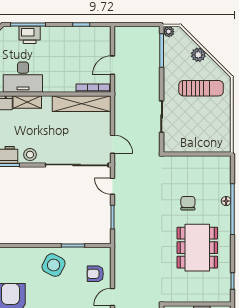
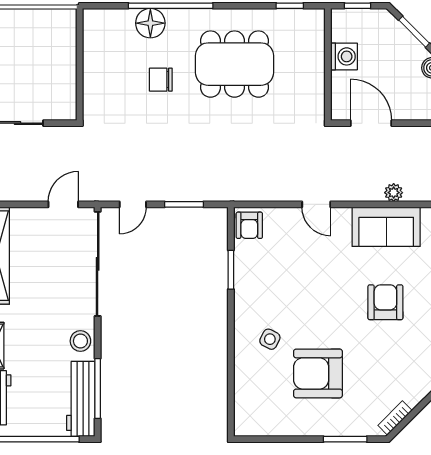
floor lamp: (226, 201) -> (150, 23), width x1.89, depth x1.89
side table: (54, 265) -> (270, 339), moved, width x0.54, depth x0.54
armchair: (95, 274) -> (249, 225), moved

